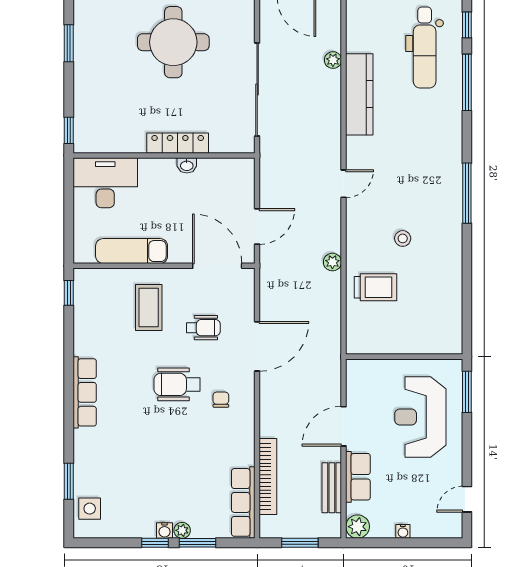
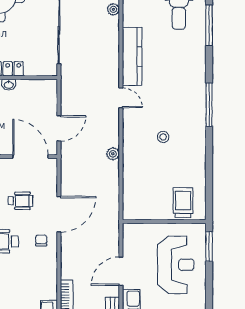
kitchen counter: (359, 94) -> (132, 56), moved
door: (344, 184) -> (121, 98), hinge flipped
trolley: (375, 287) -> (183, 203), moved, turned -90
chair: (221, 400) -> (41, 240), moved
reception desk: (420, 417) -> (176, 265), turned 180

